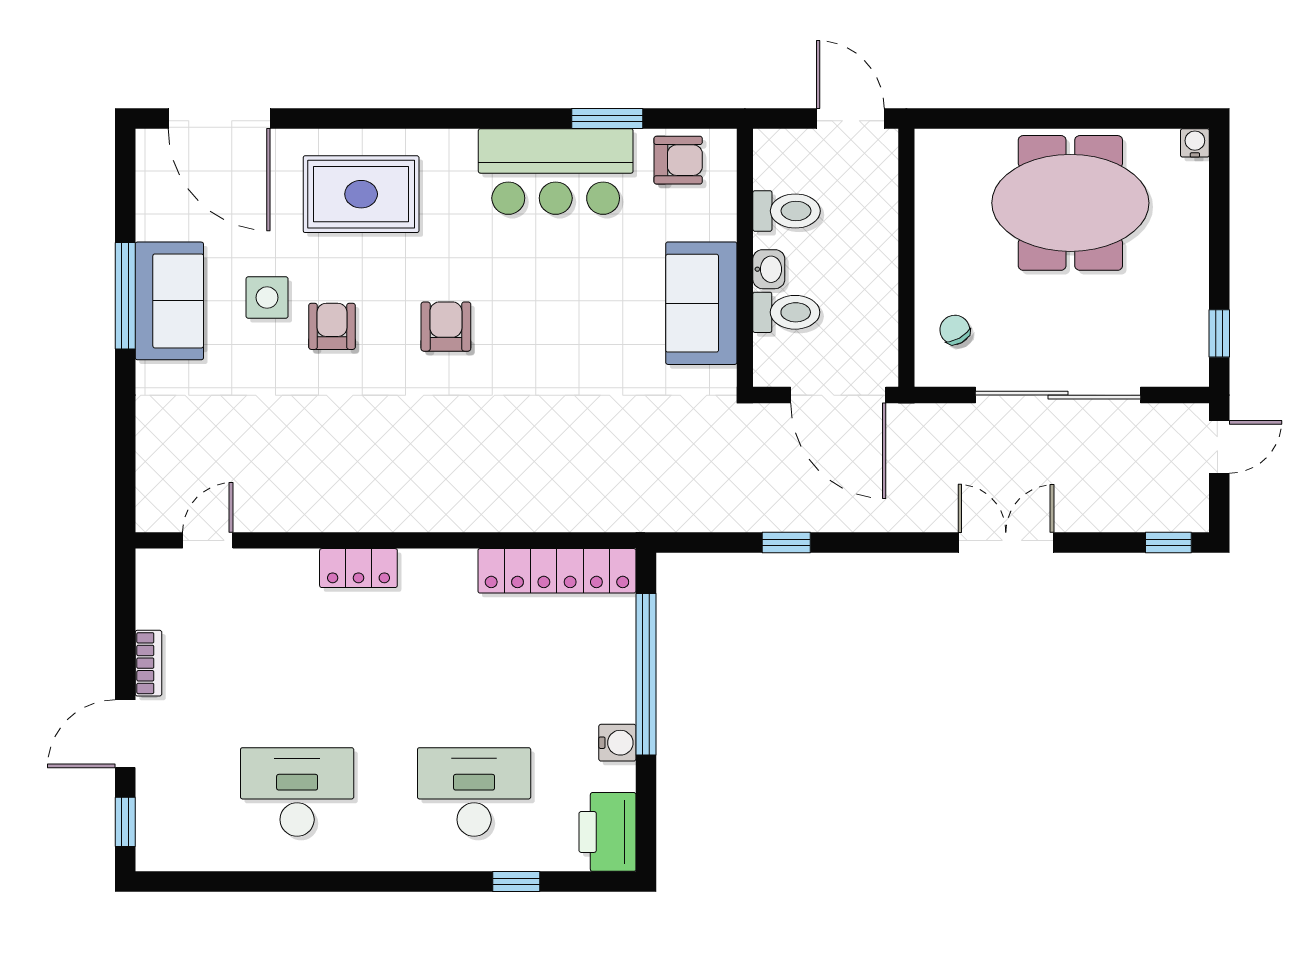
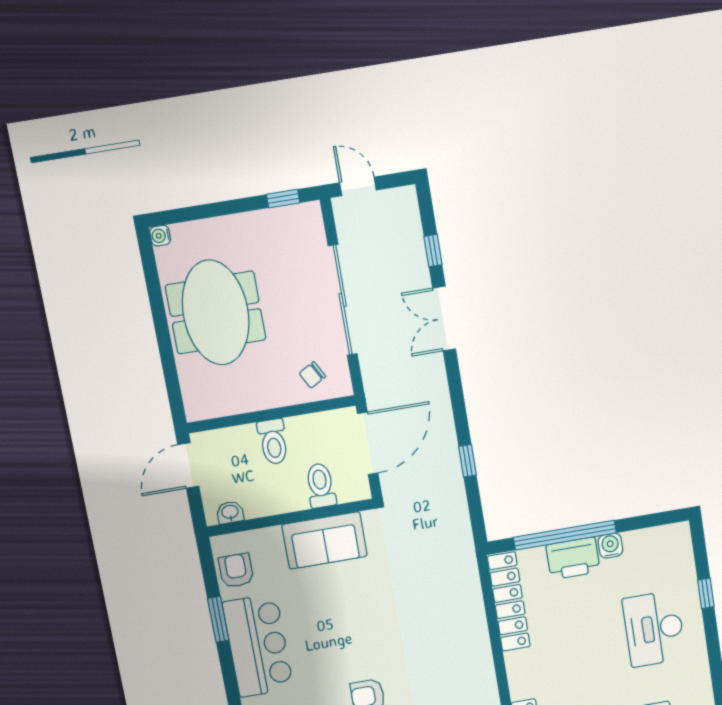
toilet: (787, 211) -> (273, 442), moved, turned 180
washbasin: (769, 269) -> (230, 512), moved
window: (1168, 542) -> (433, 251), moved
printer: (608, 832) -> (573, 558), moved

